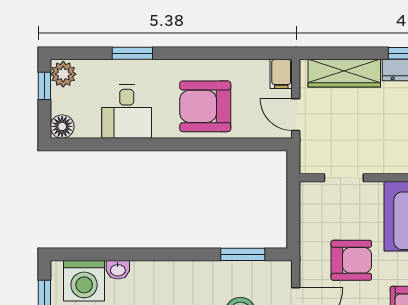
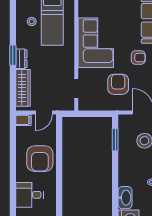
window: (132, 53) -> (13, 196), removed
desk: (127, 112) -> (29, 195), moved, turned 180
washbasin: (118, 270) -> (125, 198), width x1.91, depth x1.45

